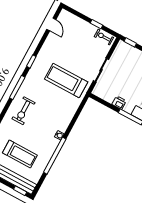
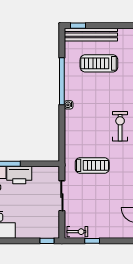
treadmill: (66, 80) -> (92, 165), width x0.73, depth x0.73
printer: (119, 103) -> (19, 175), width x1.87, depth x1.48
exercise bike: (23, 111) -> (120, 126), moved

